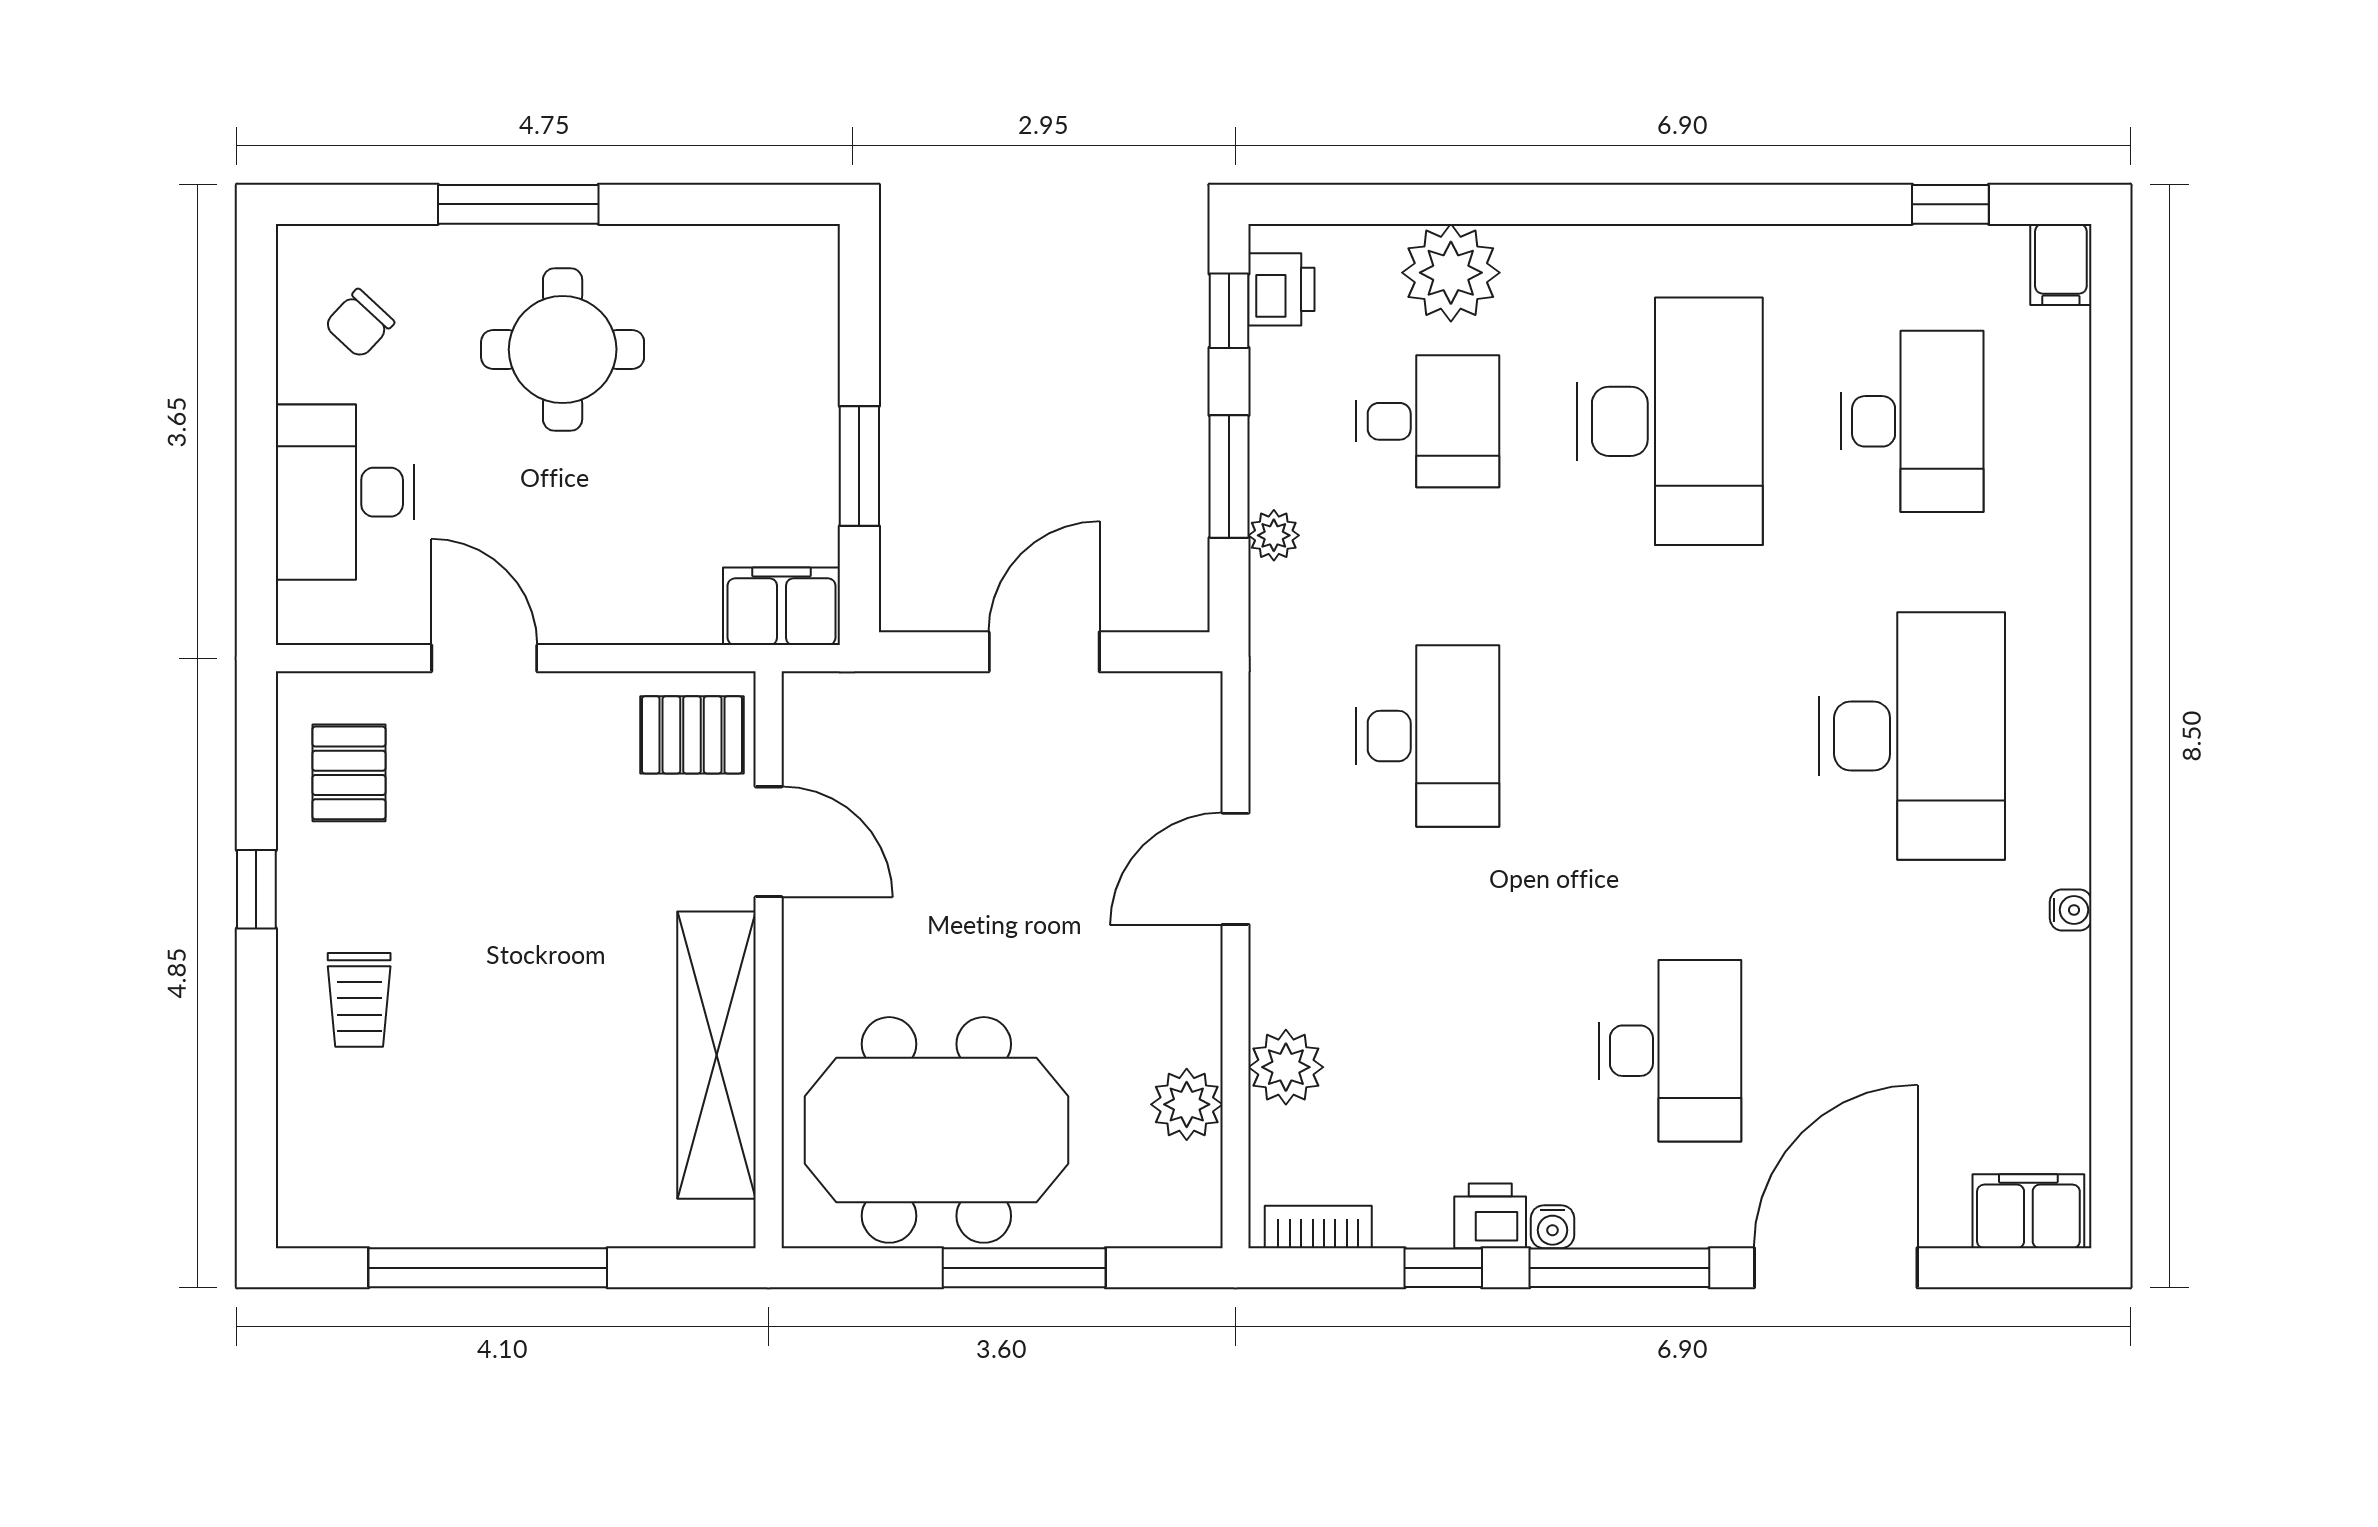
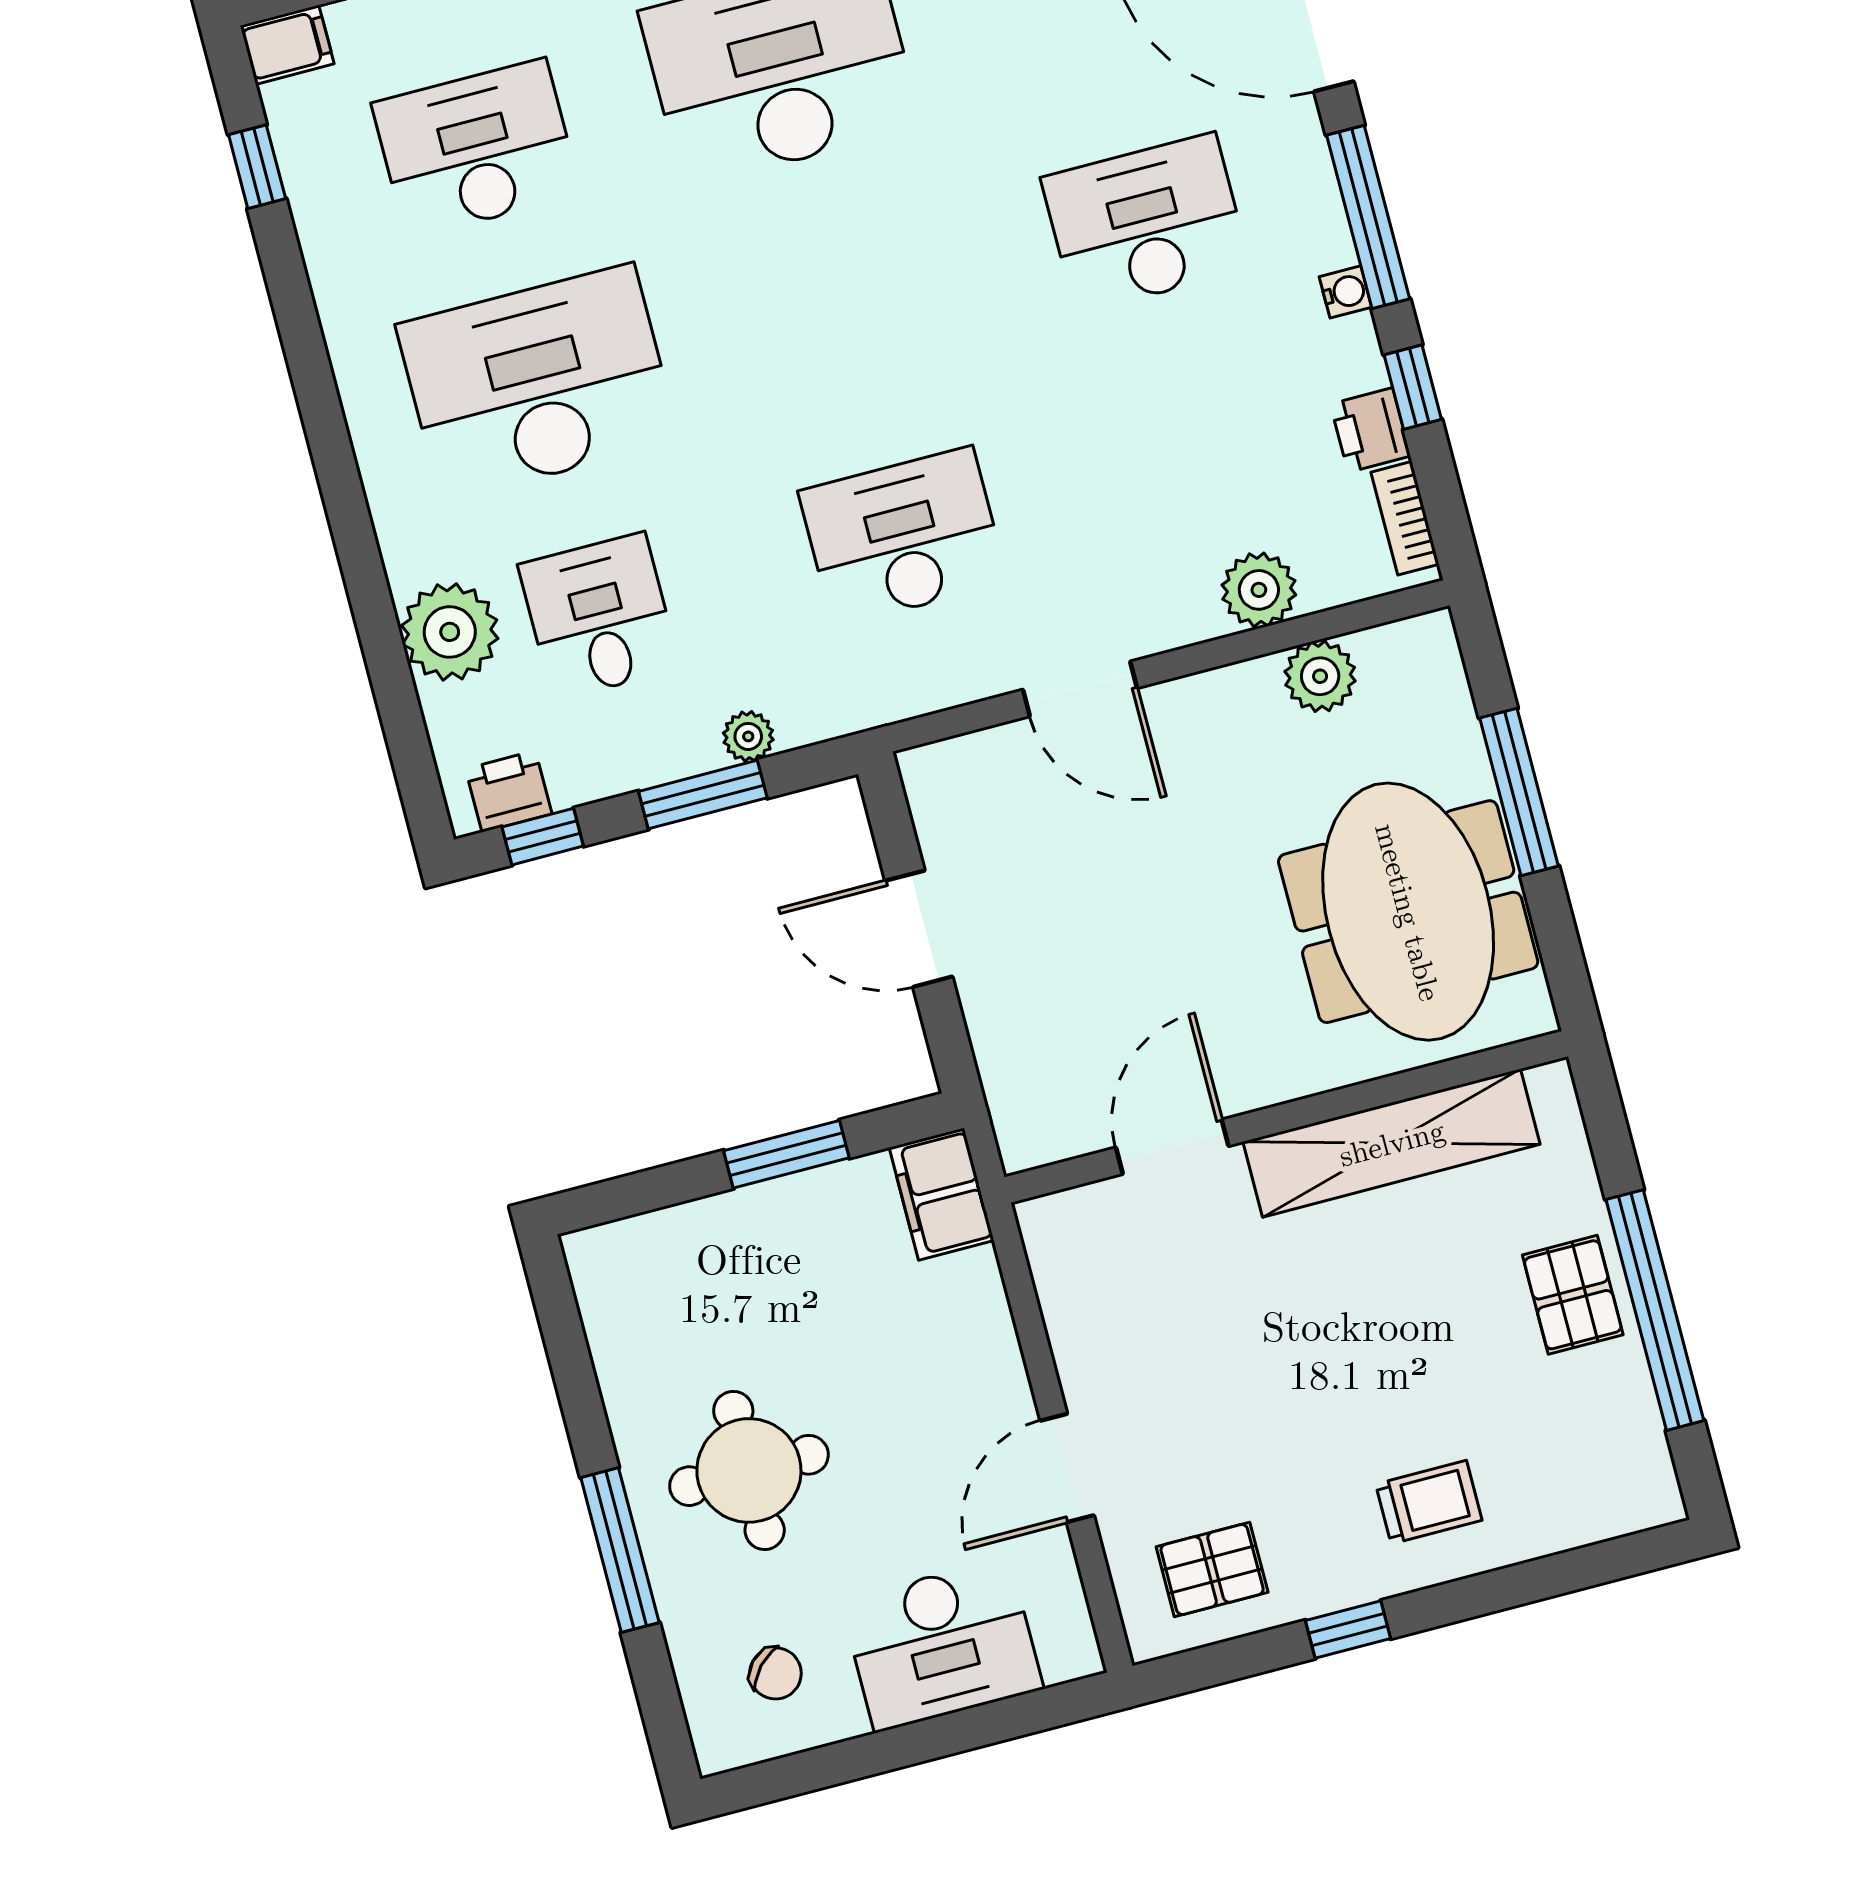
pallet: (692, 735) -> (1573, 1295), moved
printer: (1490, 1216) -> (1370, 430), moved

